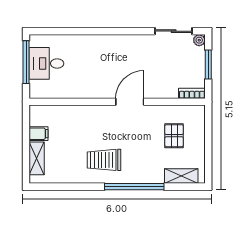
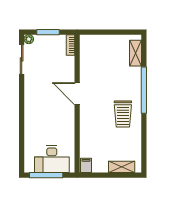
desk: (46, 63) -> (52, 159), width x1.37
filing cabinet: (38, 134) -> (86, 165), moved
pallet: (174, 136) -> (104, 59), removed

